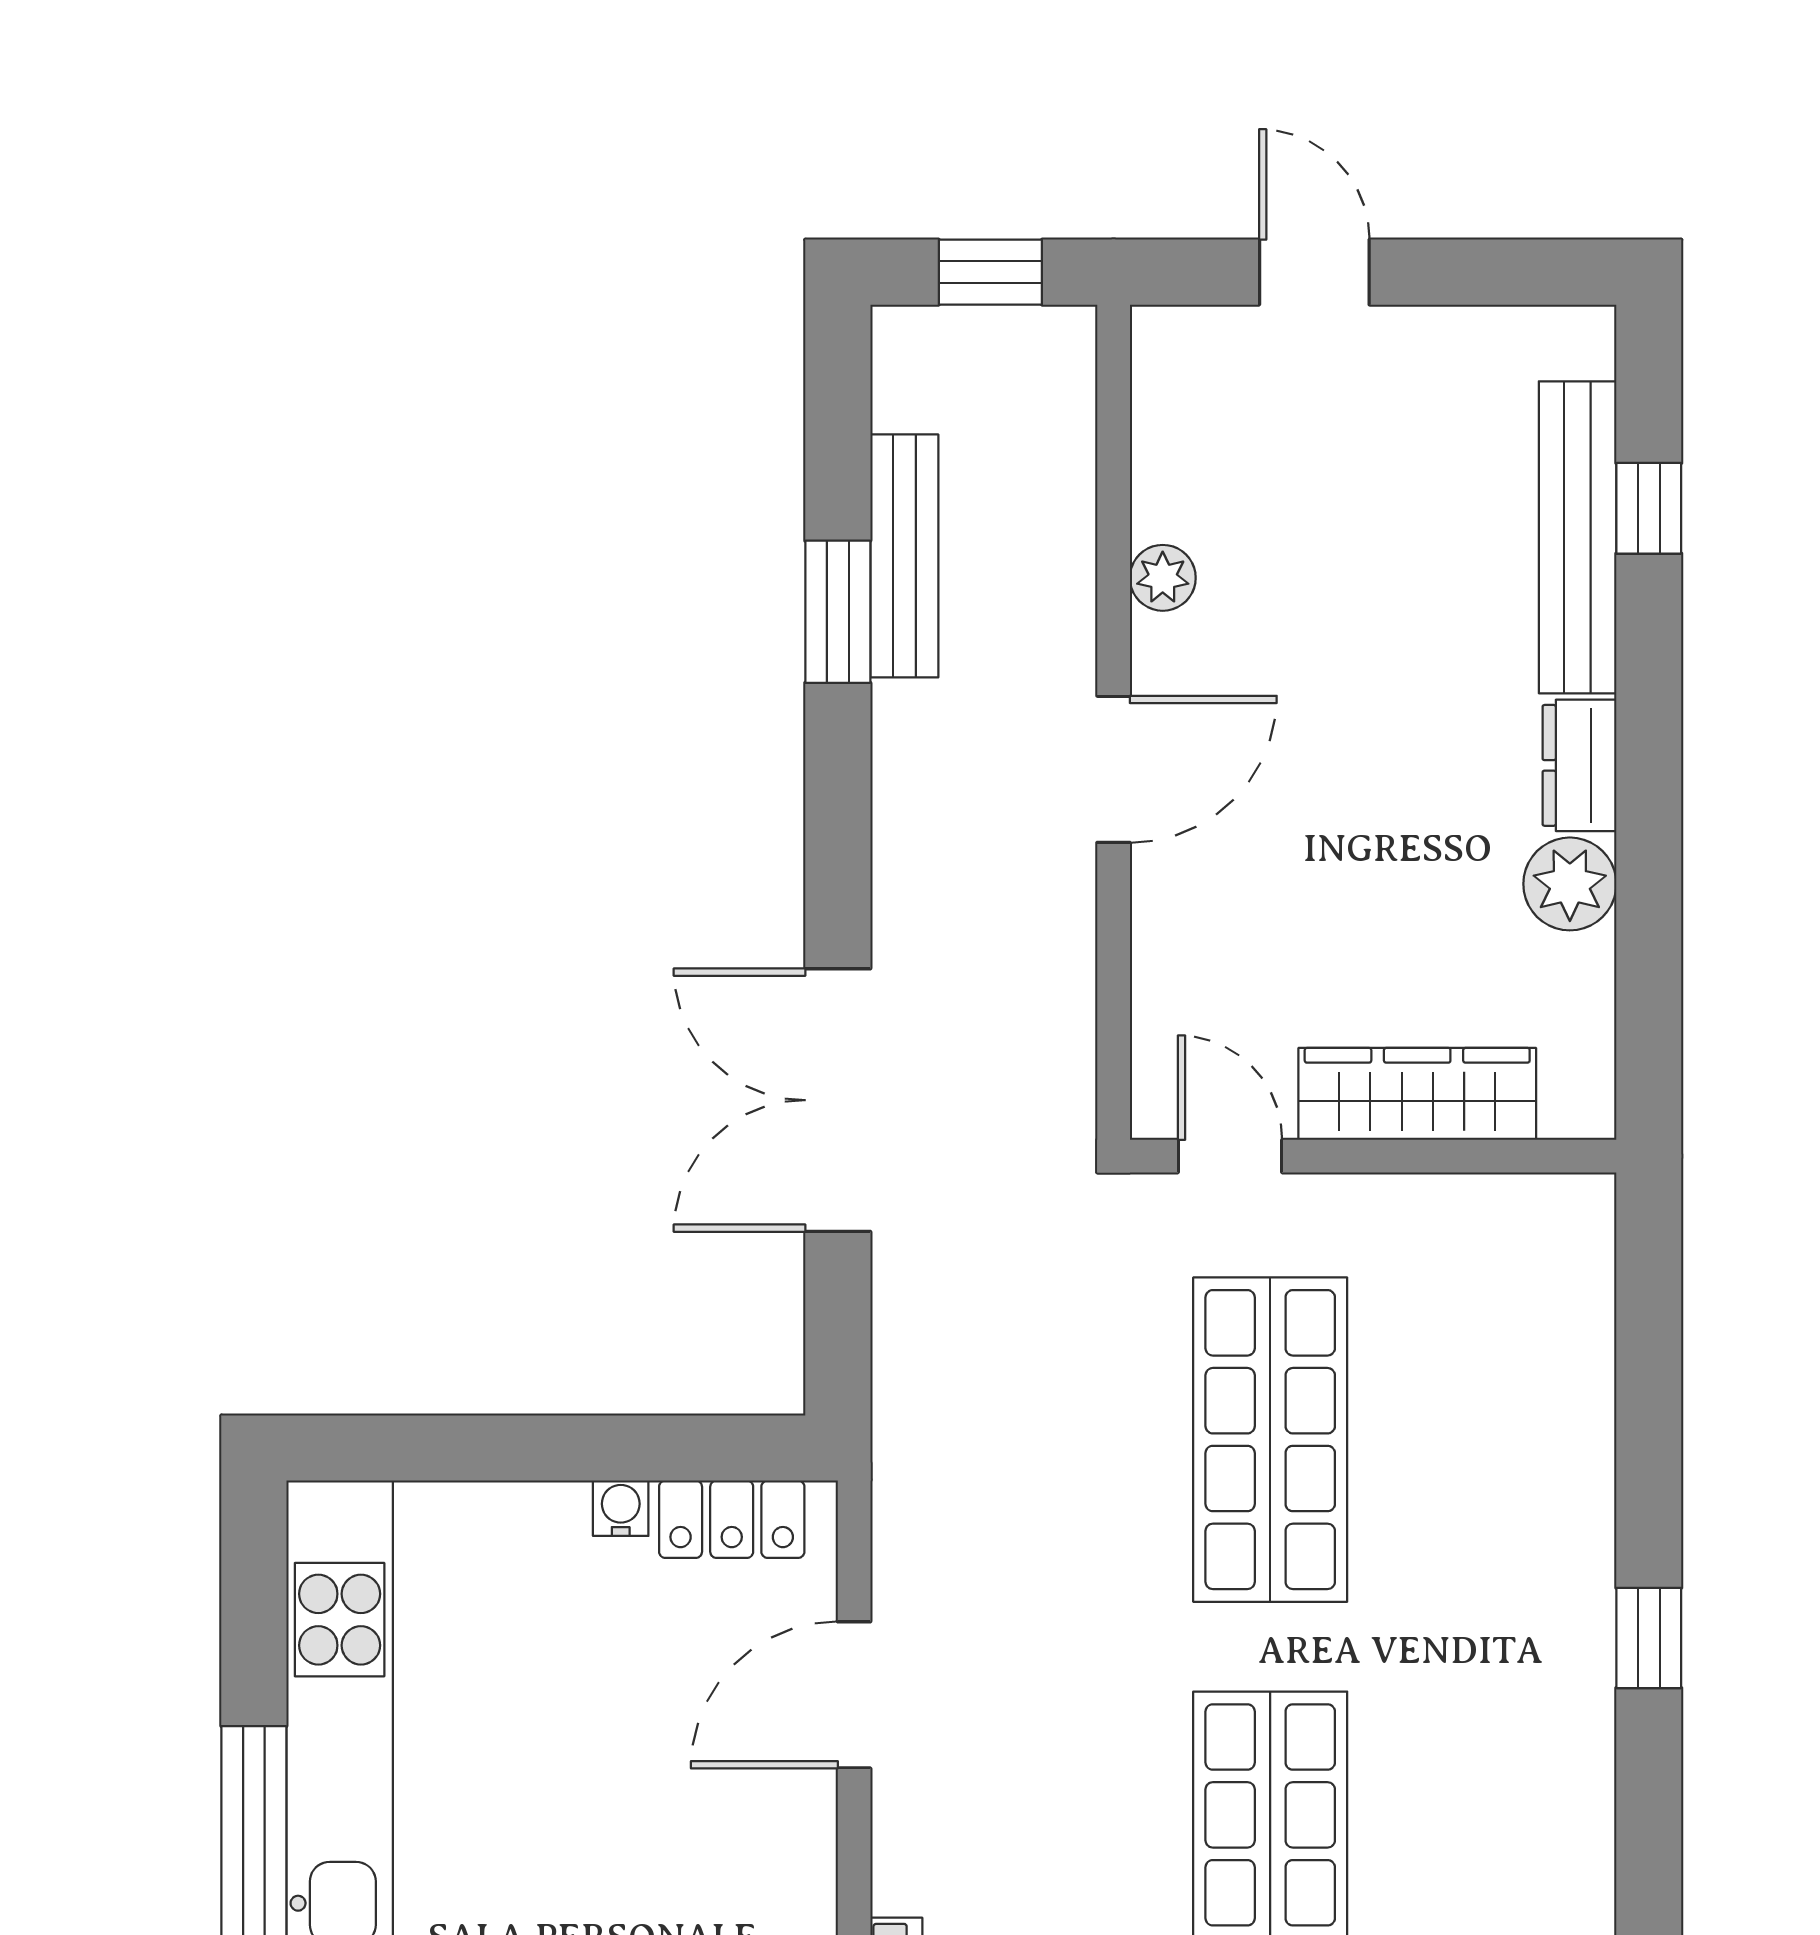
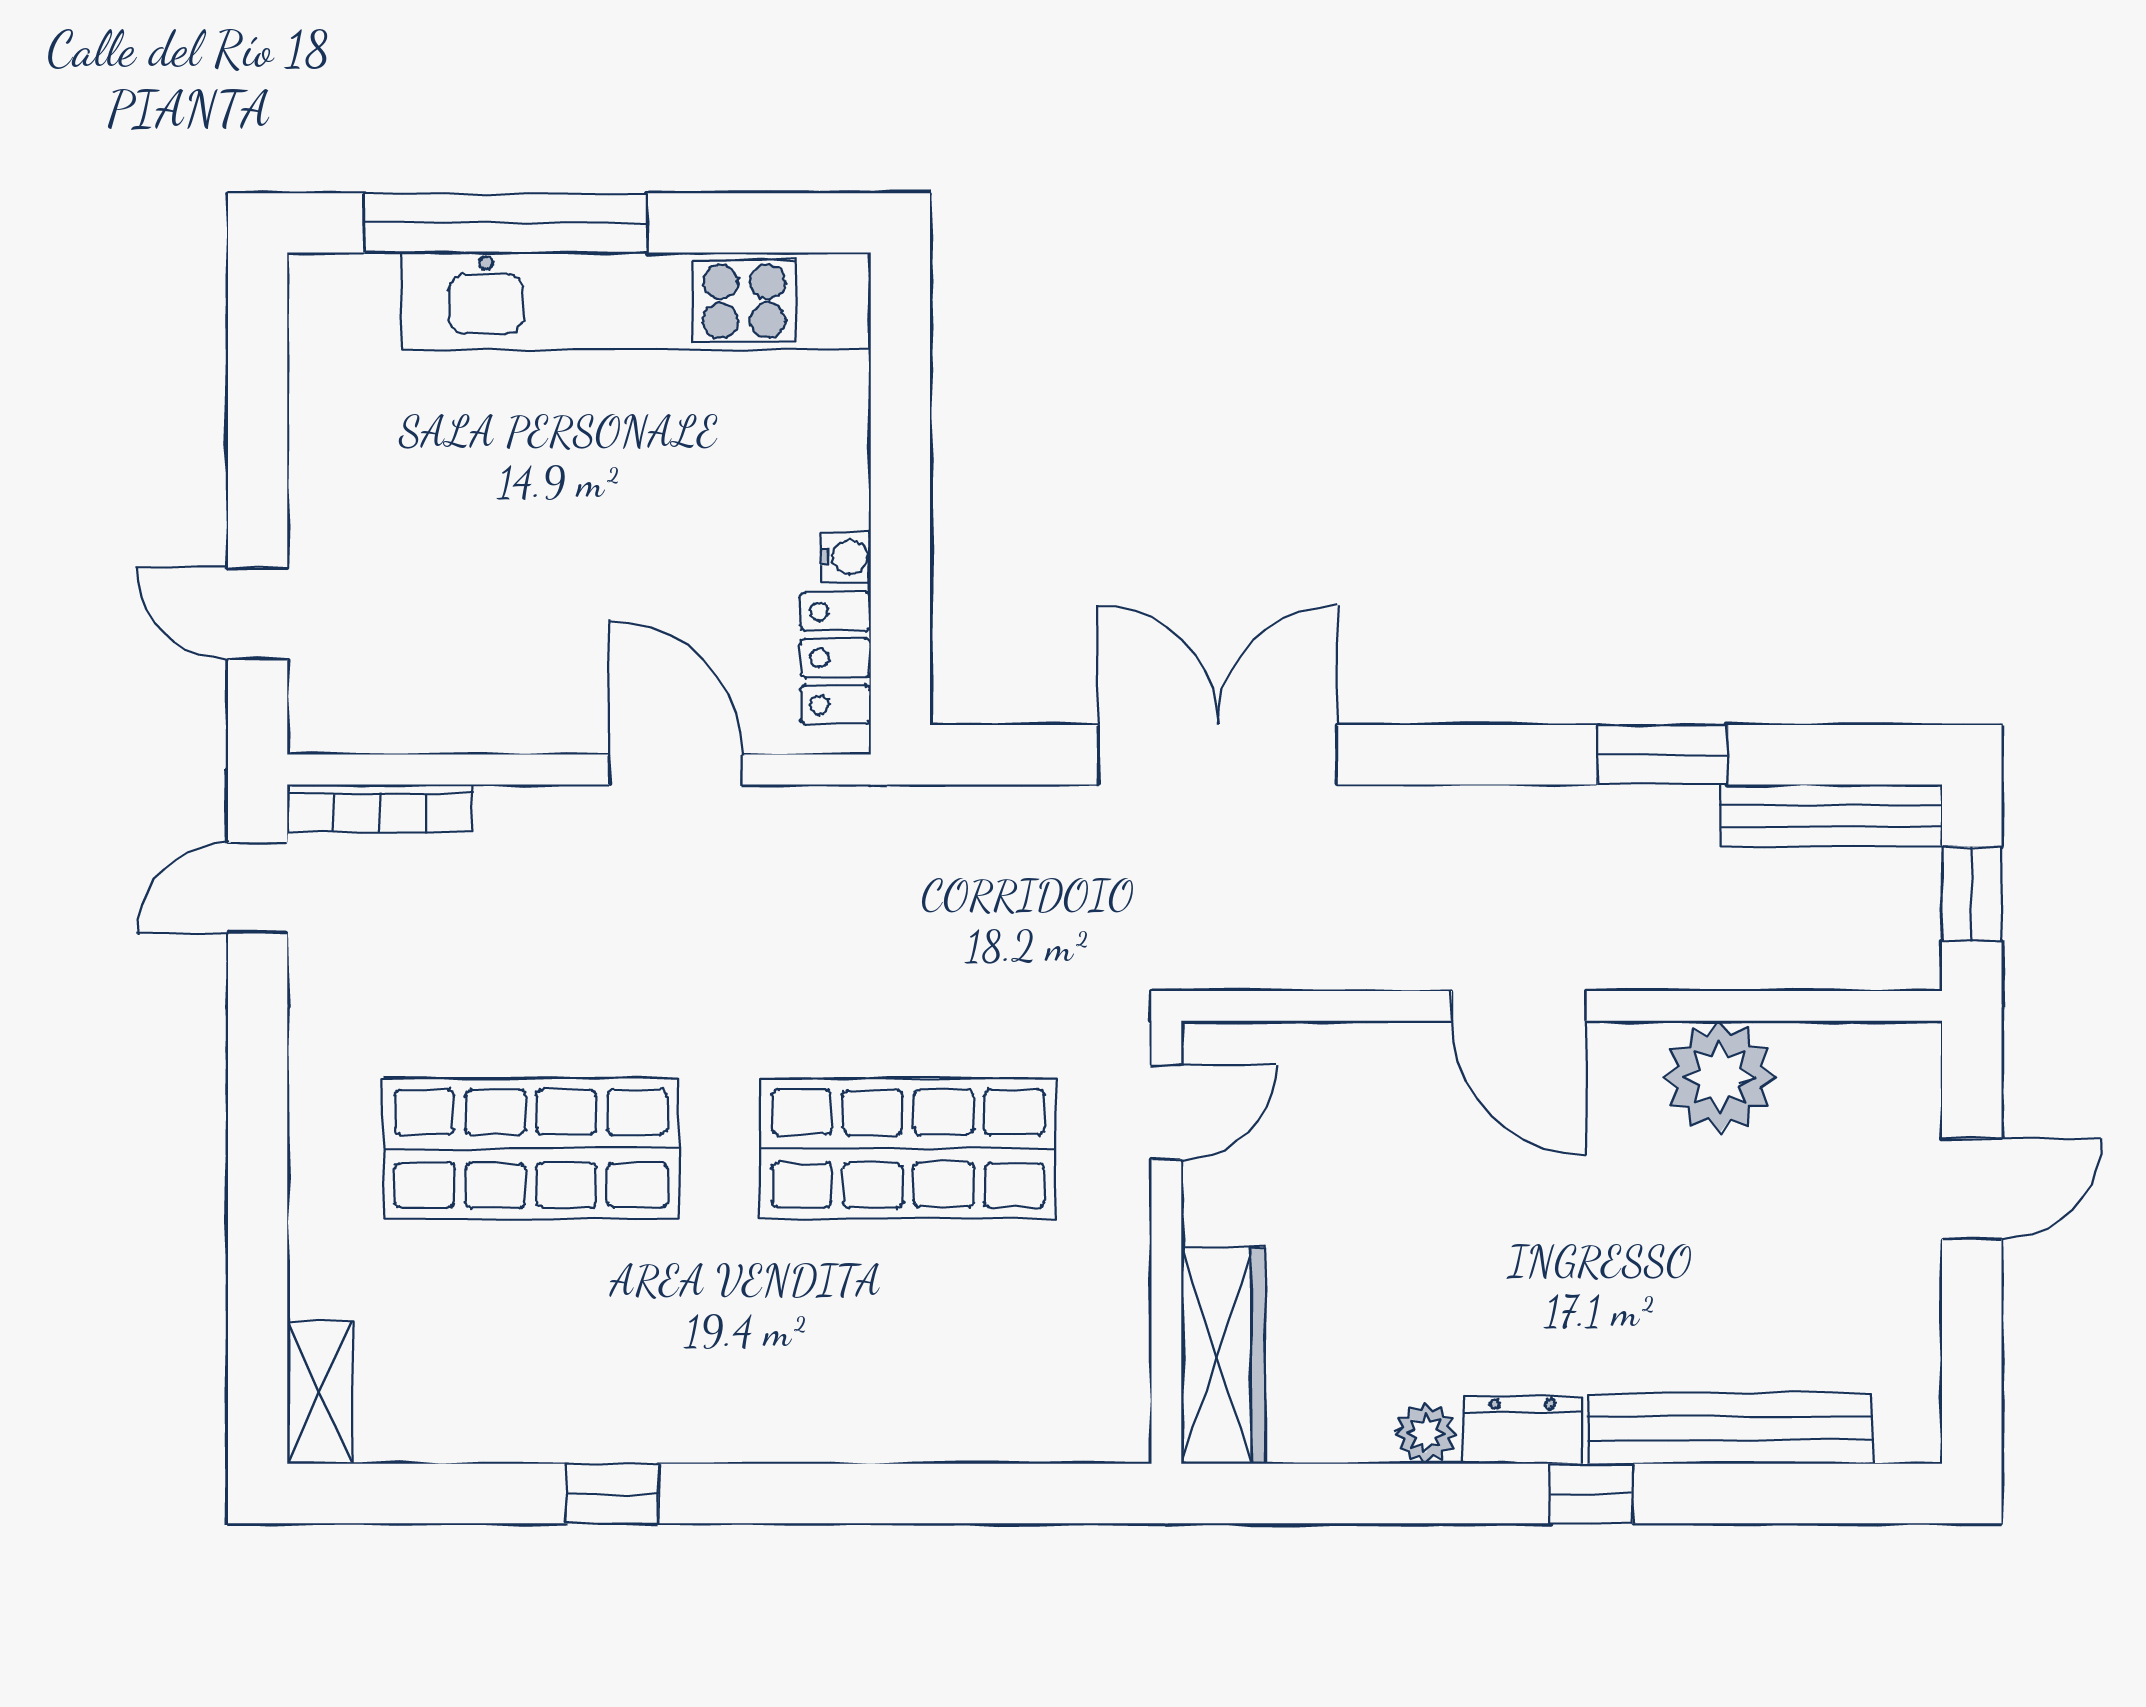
window: (1649, 508) -> (1591, 1494), moved
bench: (904, 556) -> (1831, 815), moved
plant: (1163, 578) -> (1719, 1077), width x1.88, depth x1.88
plant: (1570, 884) -> (1426, 1433), width x0.73, depth x0.73
wardrobe: (1417, 1094) -> (1223, 1356), moved
window: (1649, 1638) -> (612, 1494), moved

